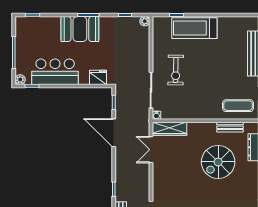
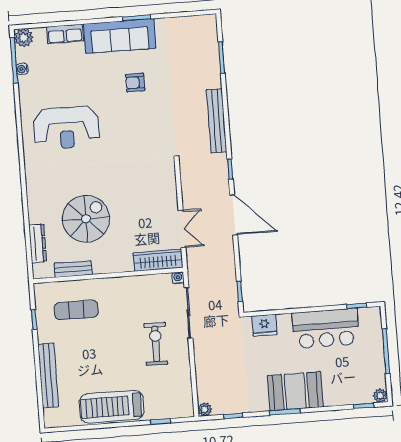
treadmill: (194, 28) -> (112, 407), moved, turned 180
plant: (20, 80) -> (380, 396), moved
exercise mat: (238, 106) -> (76, 310), moved
door: (114, 133) -> (234, 215), moved

